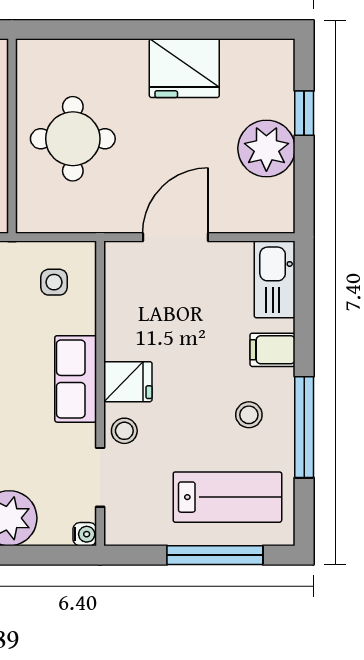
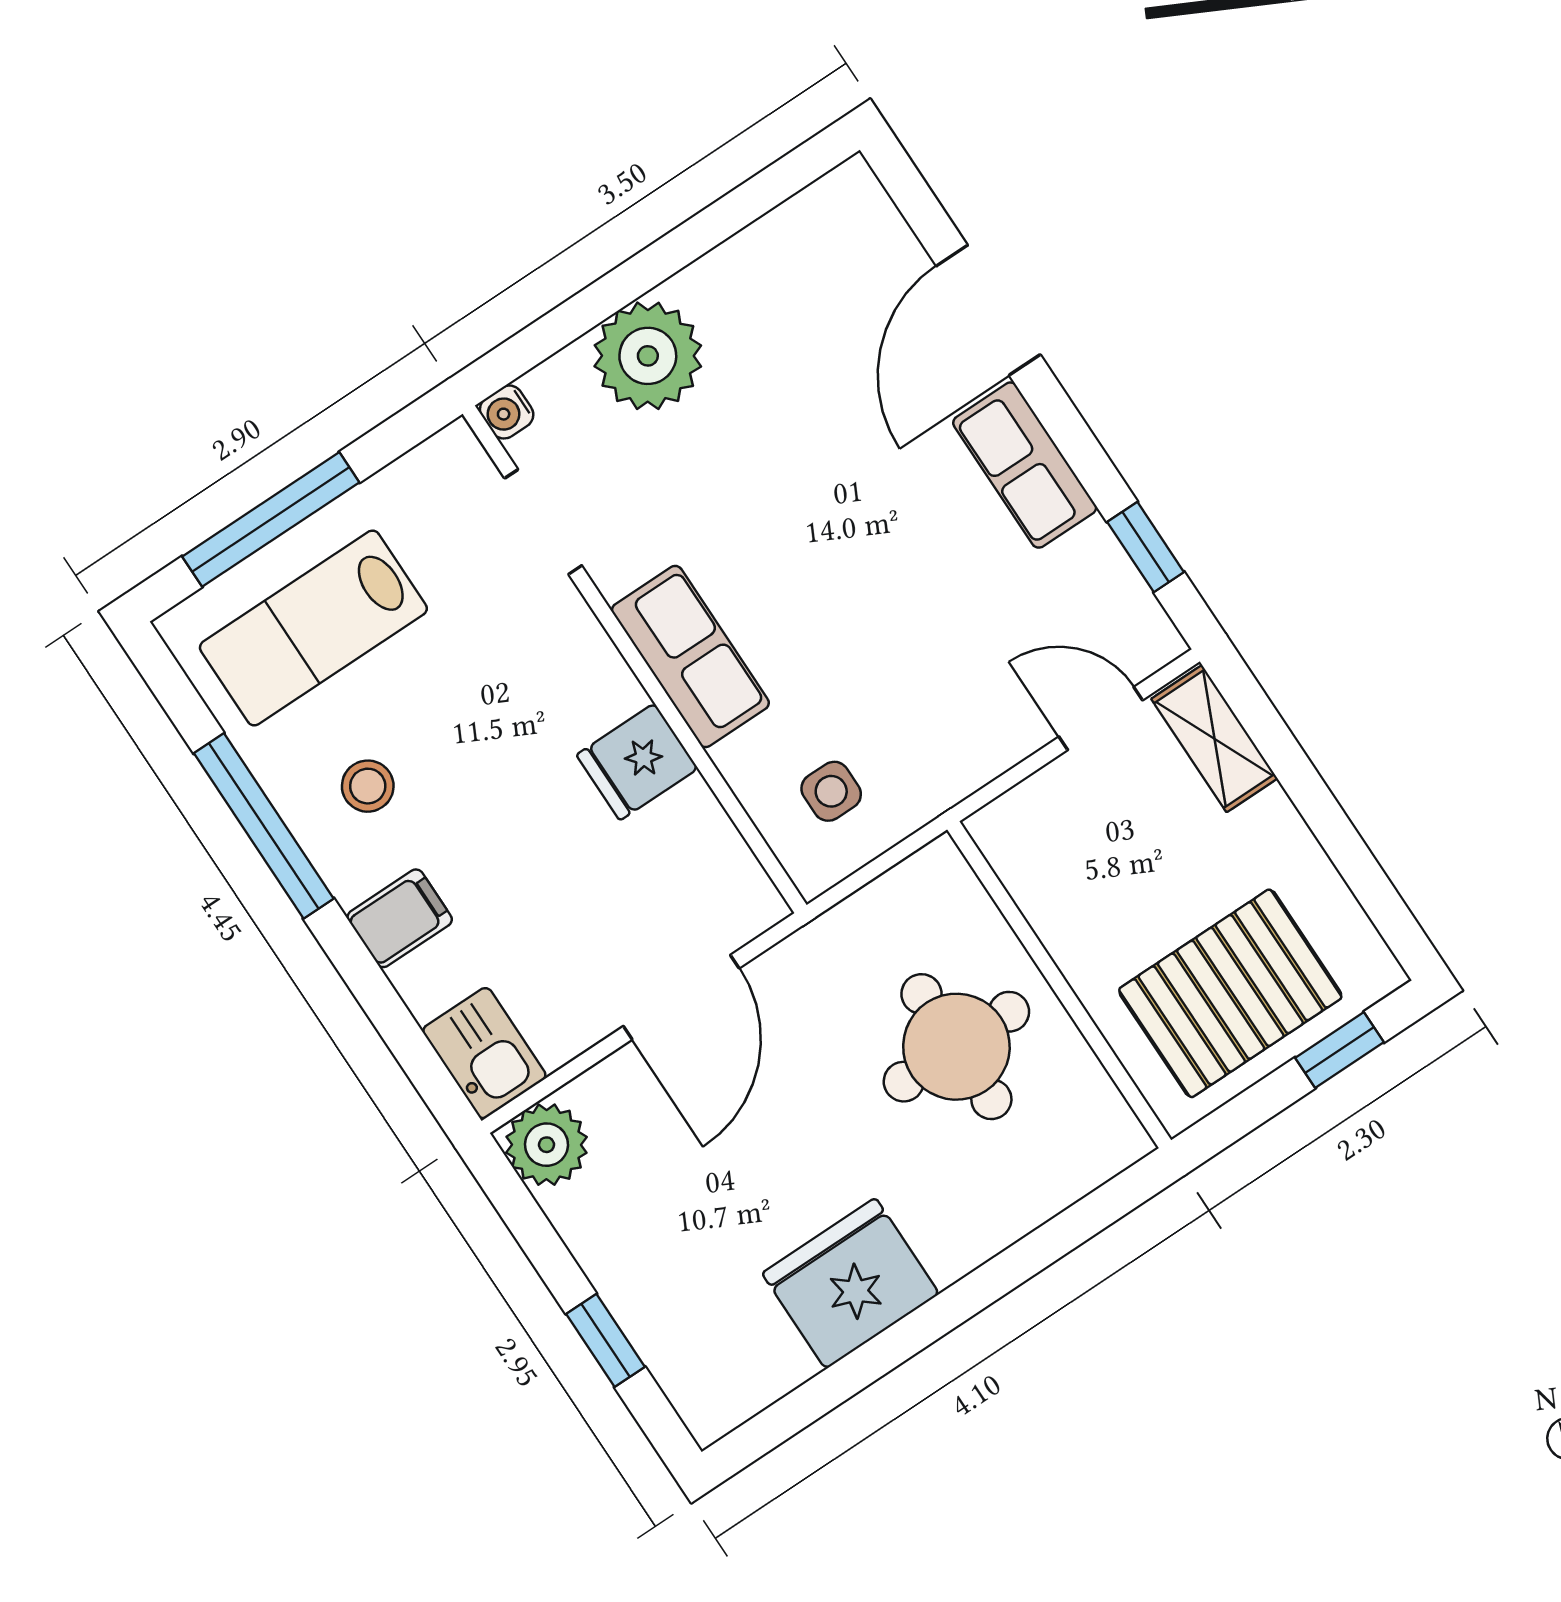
plant: (266, 148) -> (546, 1145), moved, width x0.73, depth x0.73
kitchen sink: (275, 279) -> (484, 1053), width x0.73
fridge: (128, 382) -> (637, 762), moved
stool: (124, 431) -> (554, 624), removed

